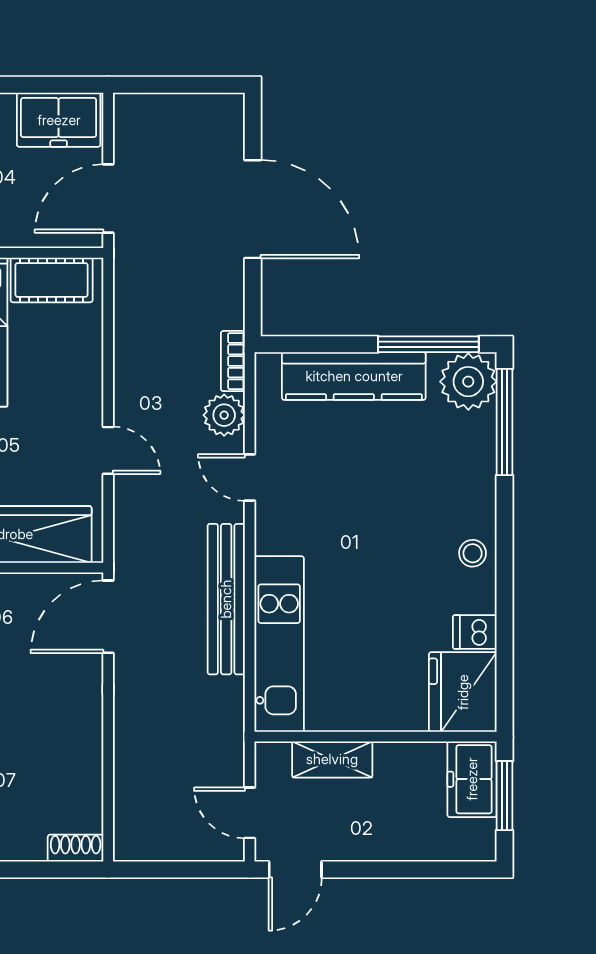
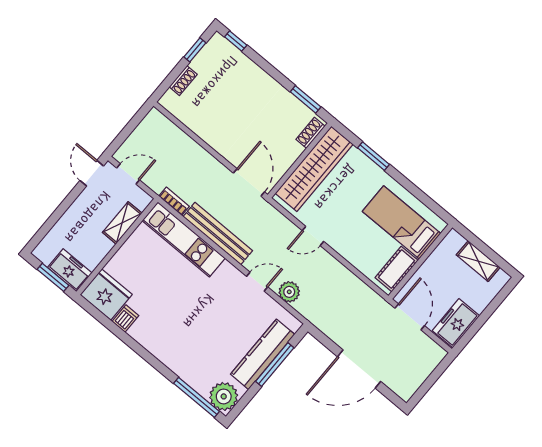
window: (428, 344) -> (275, 365), moved
bookcase: (233, 361) -> (174, 201), moved
stool: (473, 553) -> (156, 343), removed
shoe rack: (76, 848) -> (183, 81), moved

